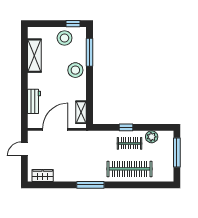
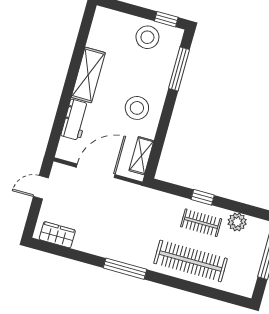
shelving: (34, 56) -> (88, 75), moved
stool: (75, 70) -> (137, 108), moved

